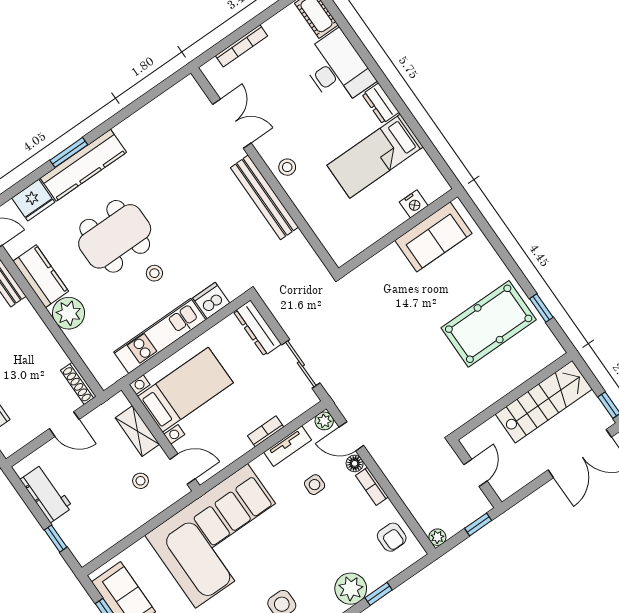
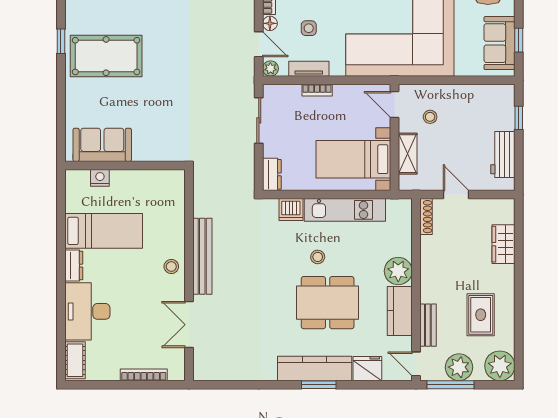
dresser: (257, 328) -> (272, 174), width x0.70

